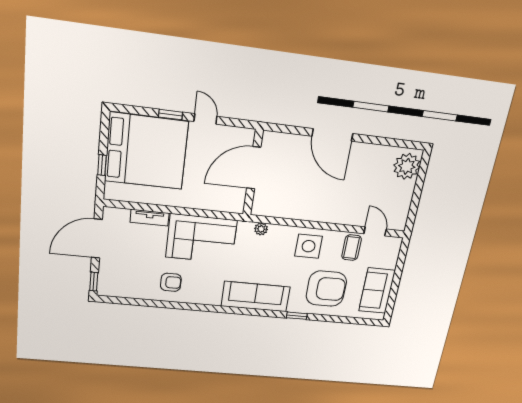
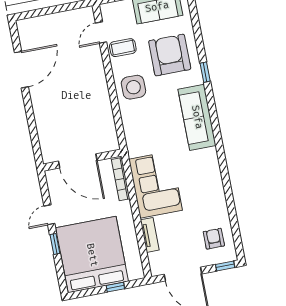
door: (332, 135) -> (21, 70), moved
plant: (407, 166) -> (34, 29), removed
bookcase: (219, 206) -> (121, 179), added
plant: (261, 229) -> (130, 135), removed
armchair: (171, 282) -> (214, 239), moved

